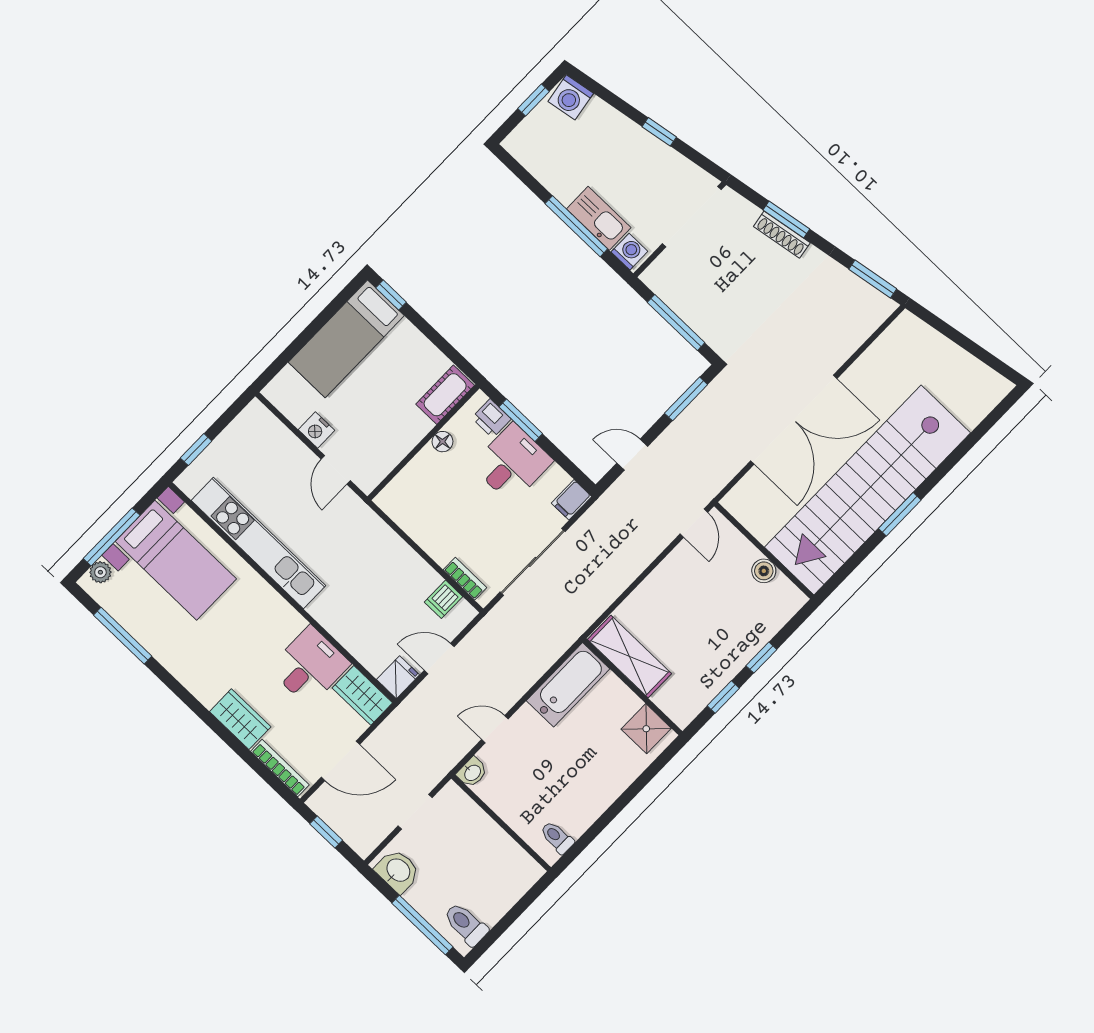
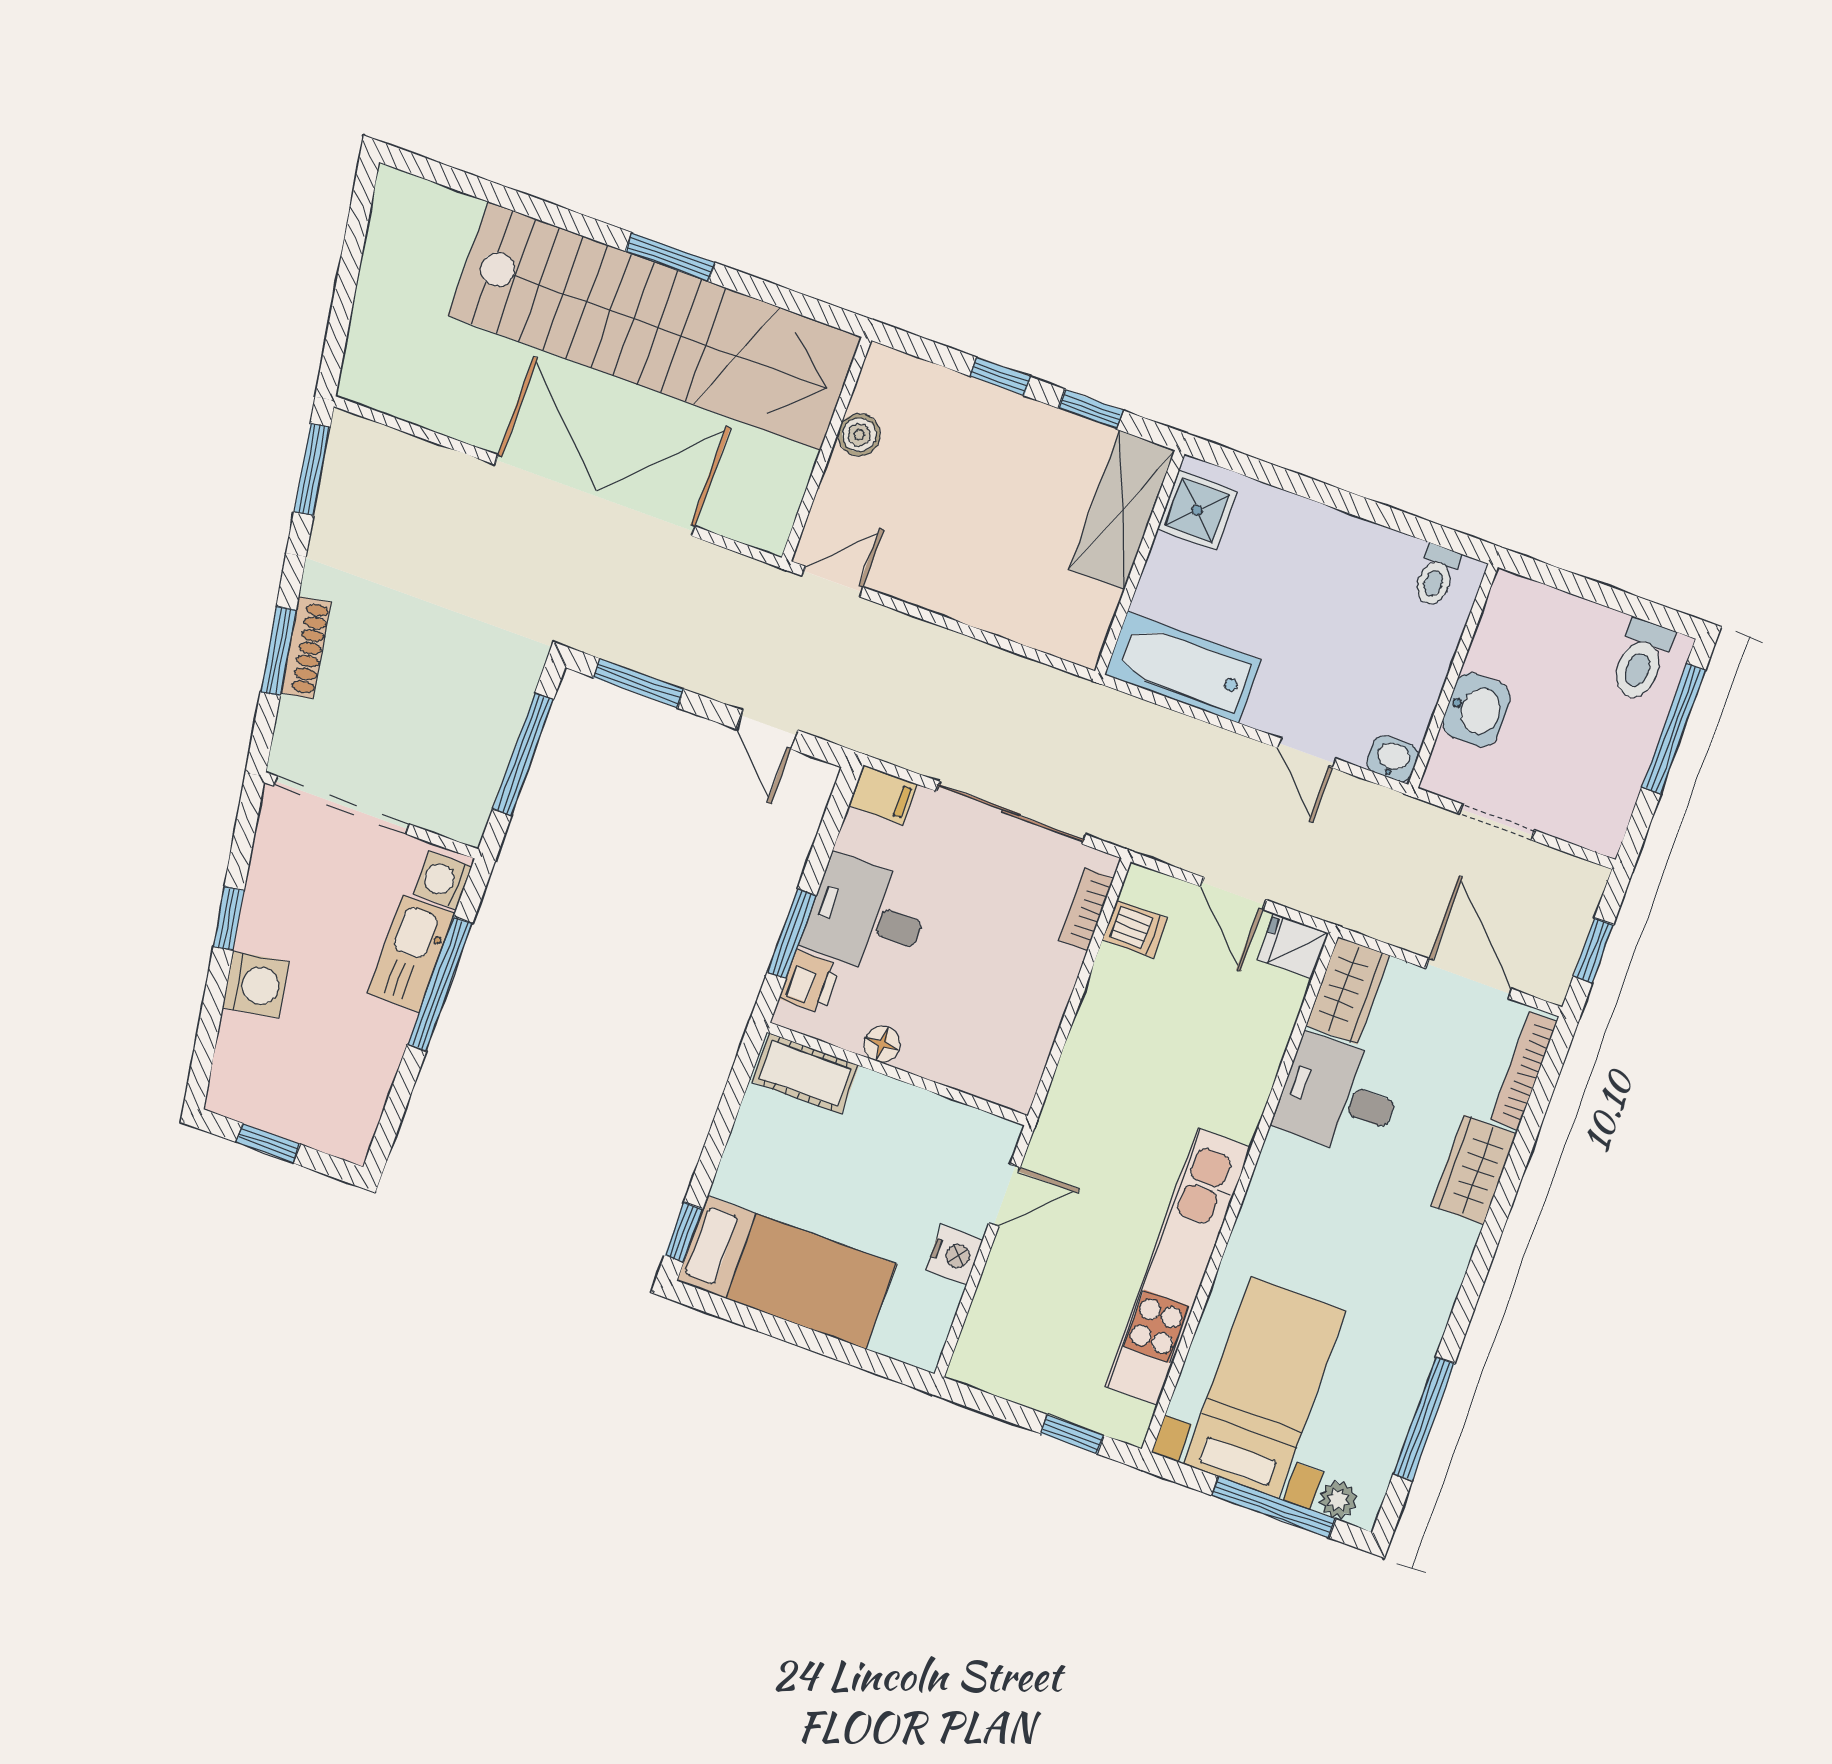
washing machine: (571, 97) -> (256, 985), moved
shelving: (629, 657) -> (1122, 510), moved
washbasin: (398, 871) -> (1477, 710), moved, turned 180

